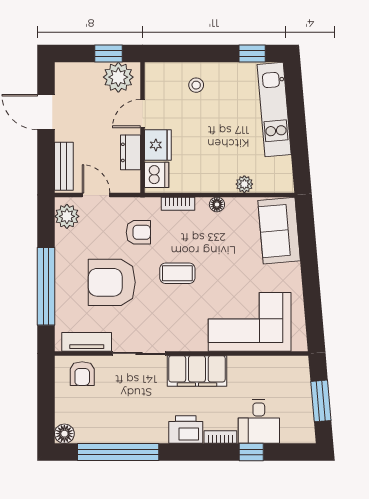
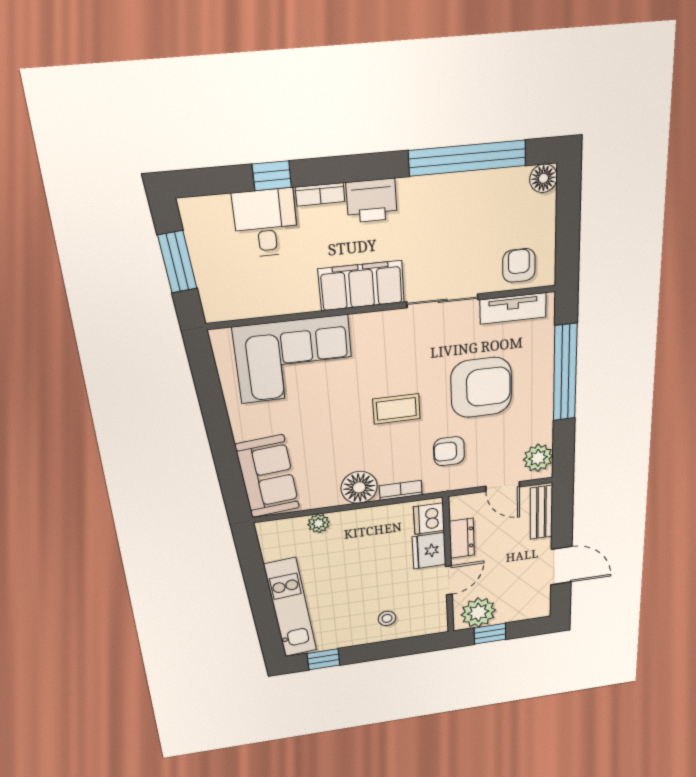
floor lamp: (217, 204) -> (359, 487), width x1.89, depth x1.89

